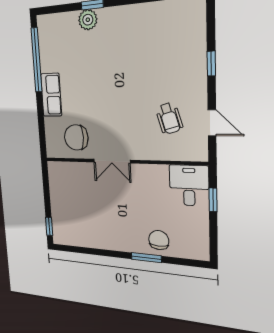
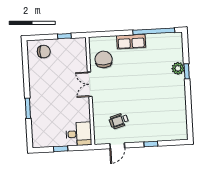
window: (213, 200) -> (61, 149), moved
window: (49, 226) -> (64, 36), moved
chair: (159, 240) -> (44, 52), moved

